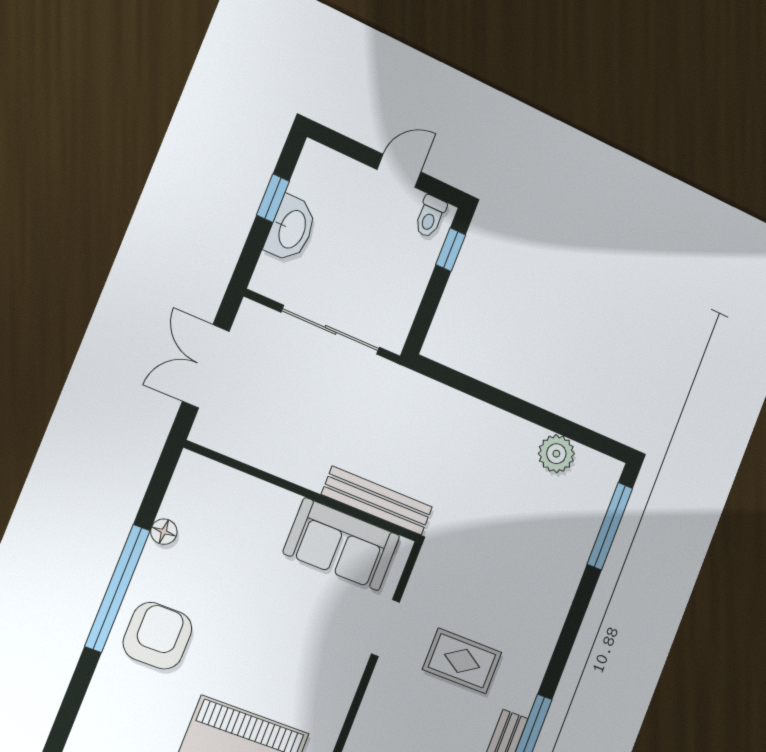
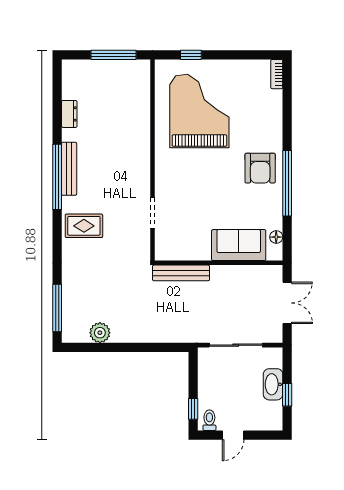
floor lamp: (164, 532) -> (276, 237), moved
sofa: (342, 544) -> (239, 245), moved
rug: (462, 661) -> (84, 226), moved

